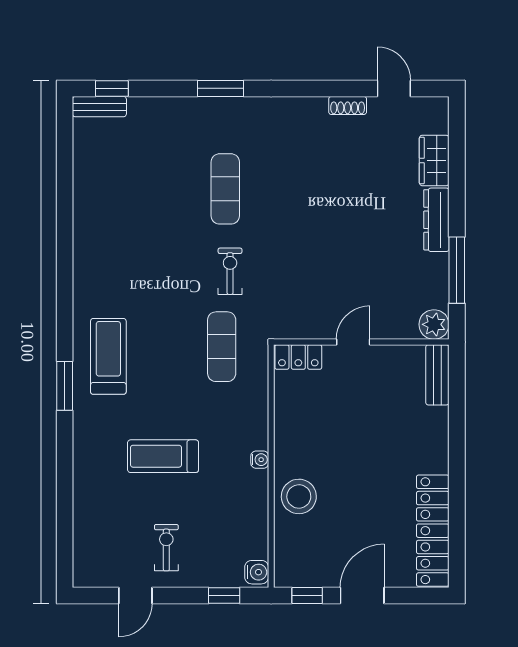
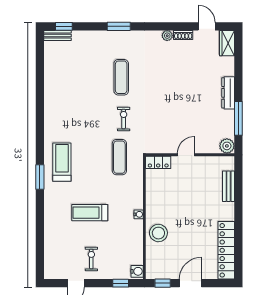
plant: (316, 107) -> (167, 36), added
wardrobe: (434, 160) -> (227, 43), moved
bench: (437, 375) -> (229, 186), moved

